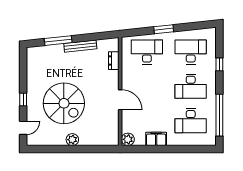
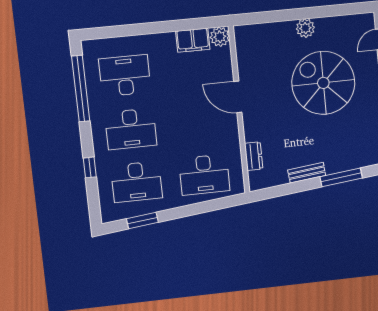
window: (164, 29) -> (142, 220), moved
bench: (80, 46) -> (307, 173), width x0.73
desk: (191, 86) -> (131, 129), turned 180
filing cabinet: (156, 139) -> (193, 40), moved

